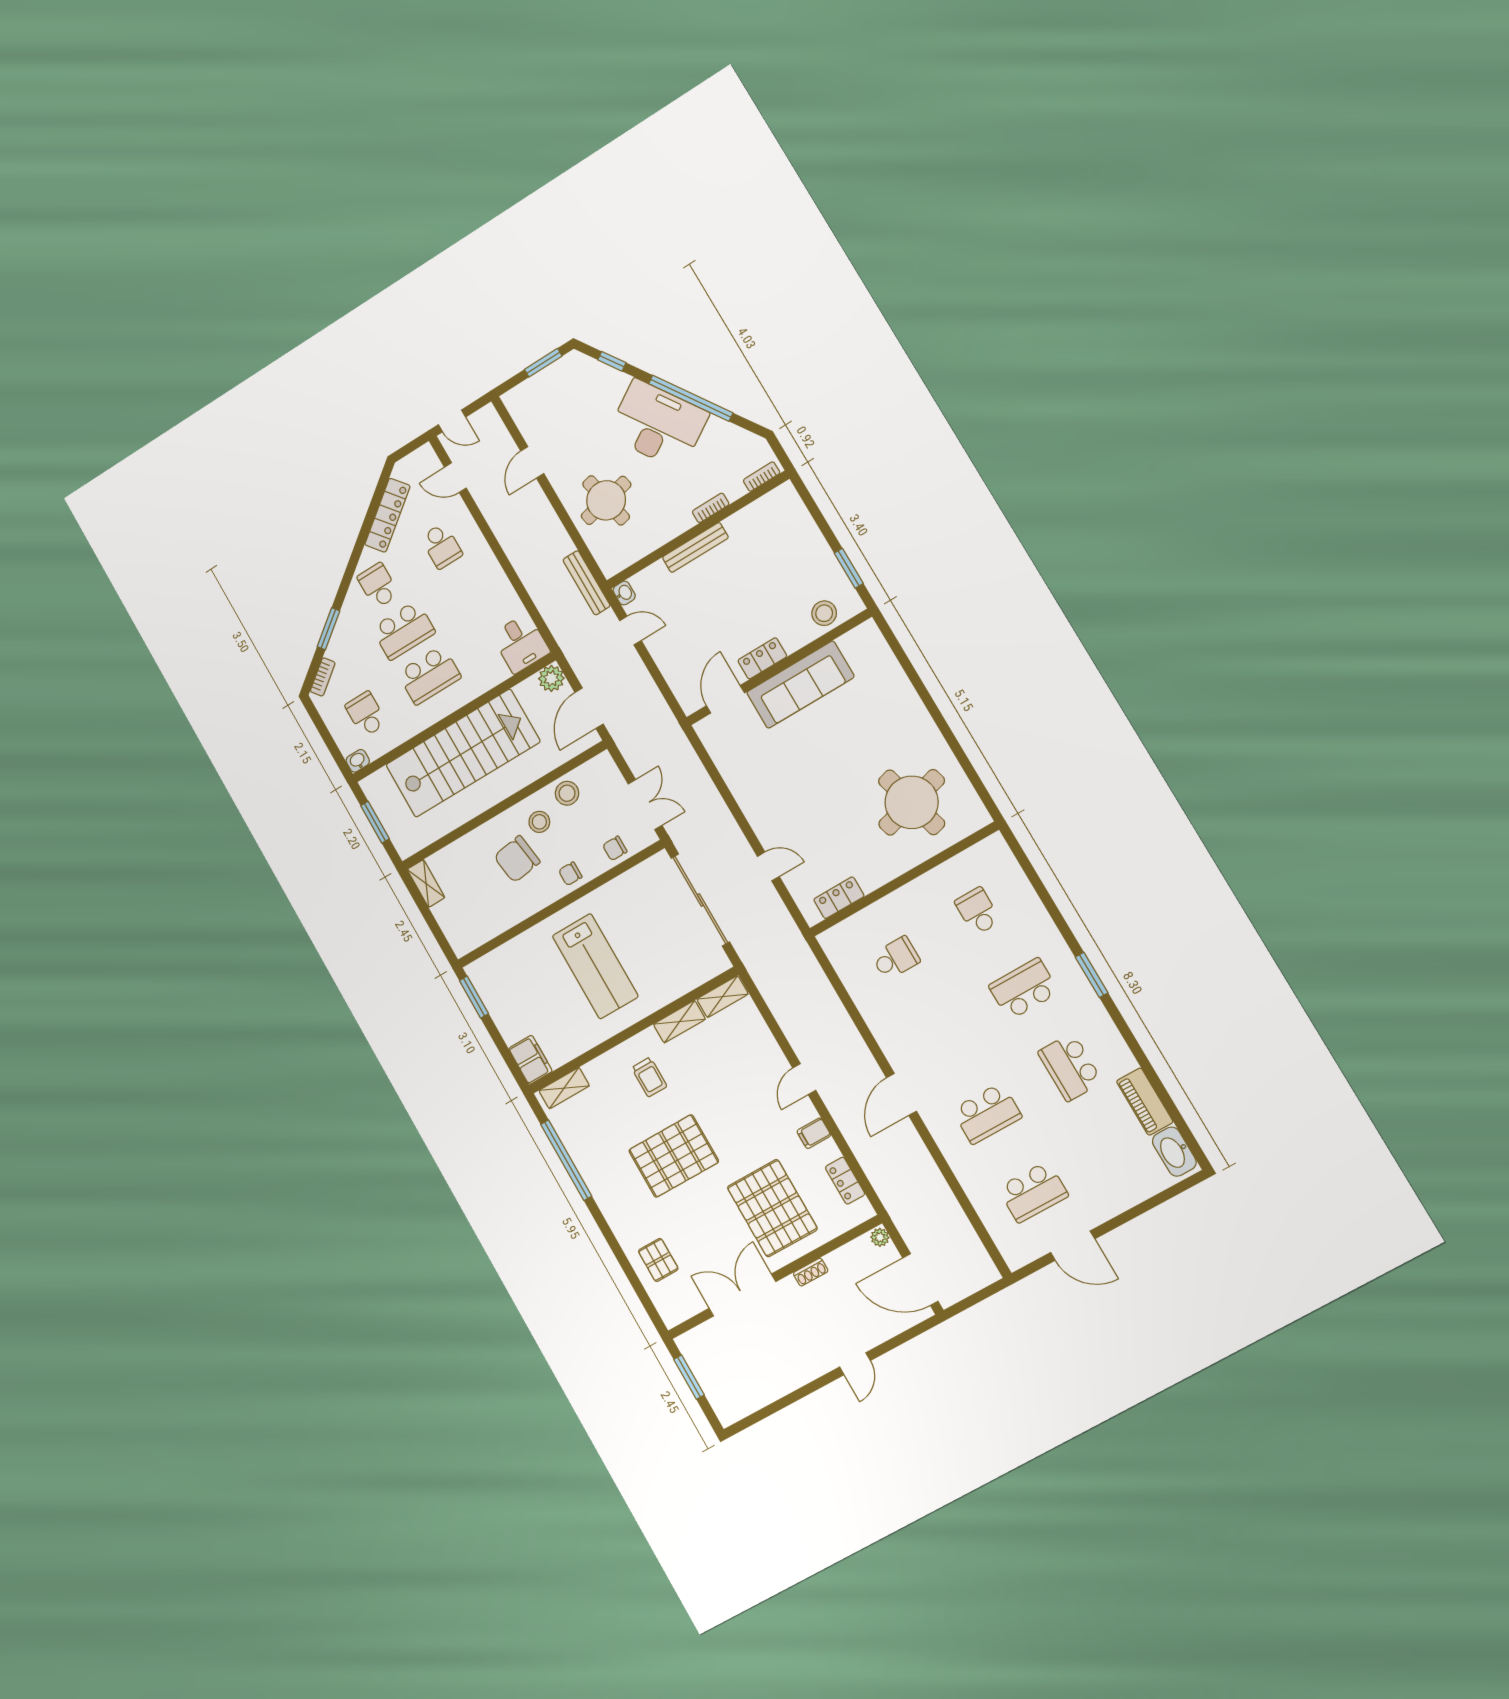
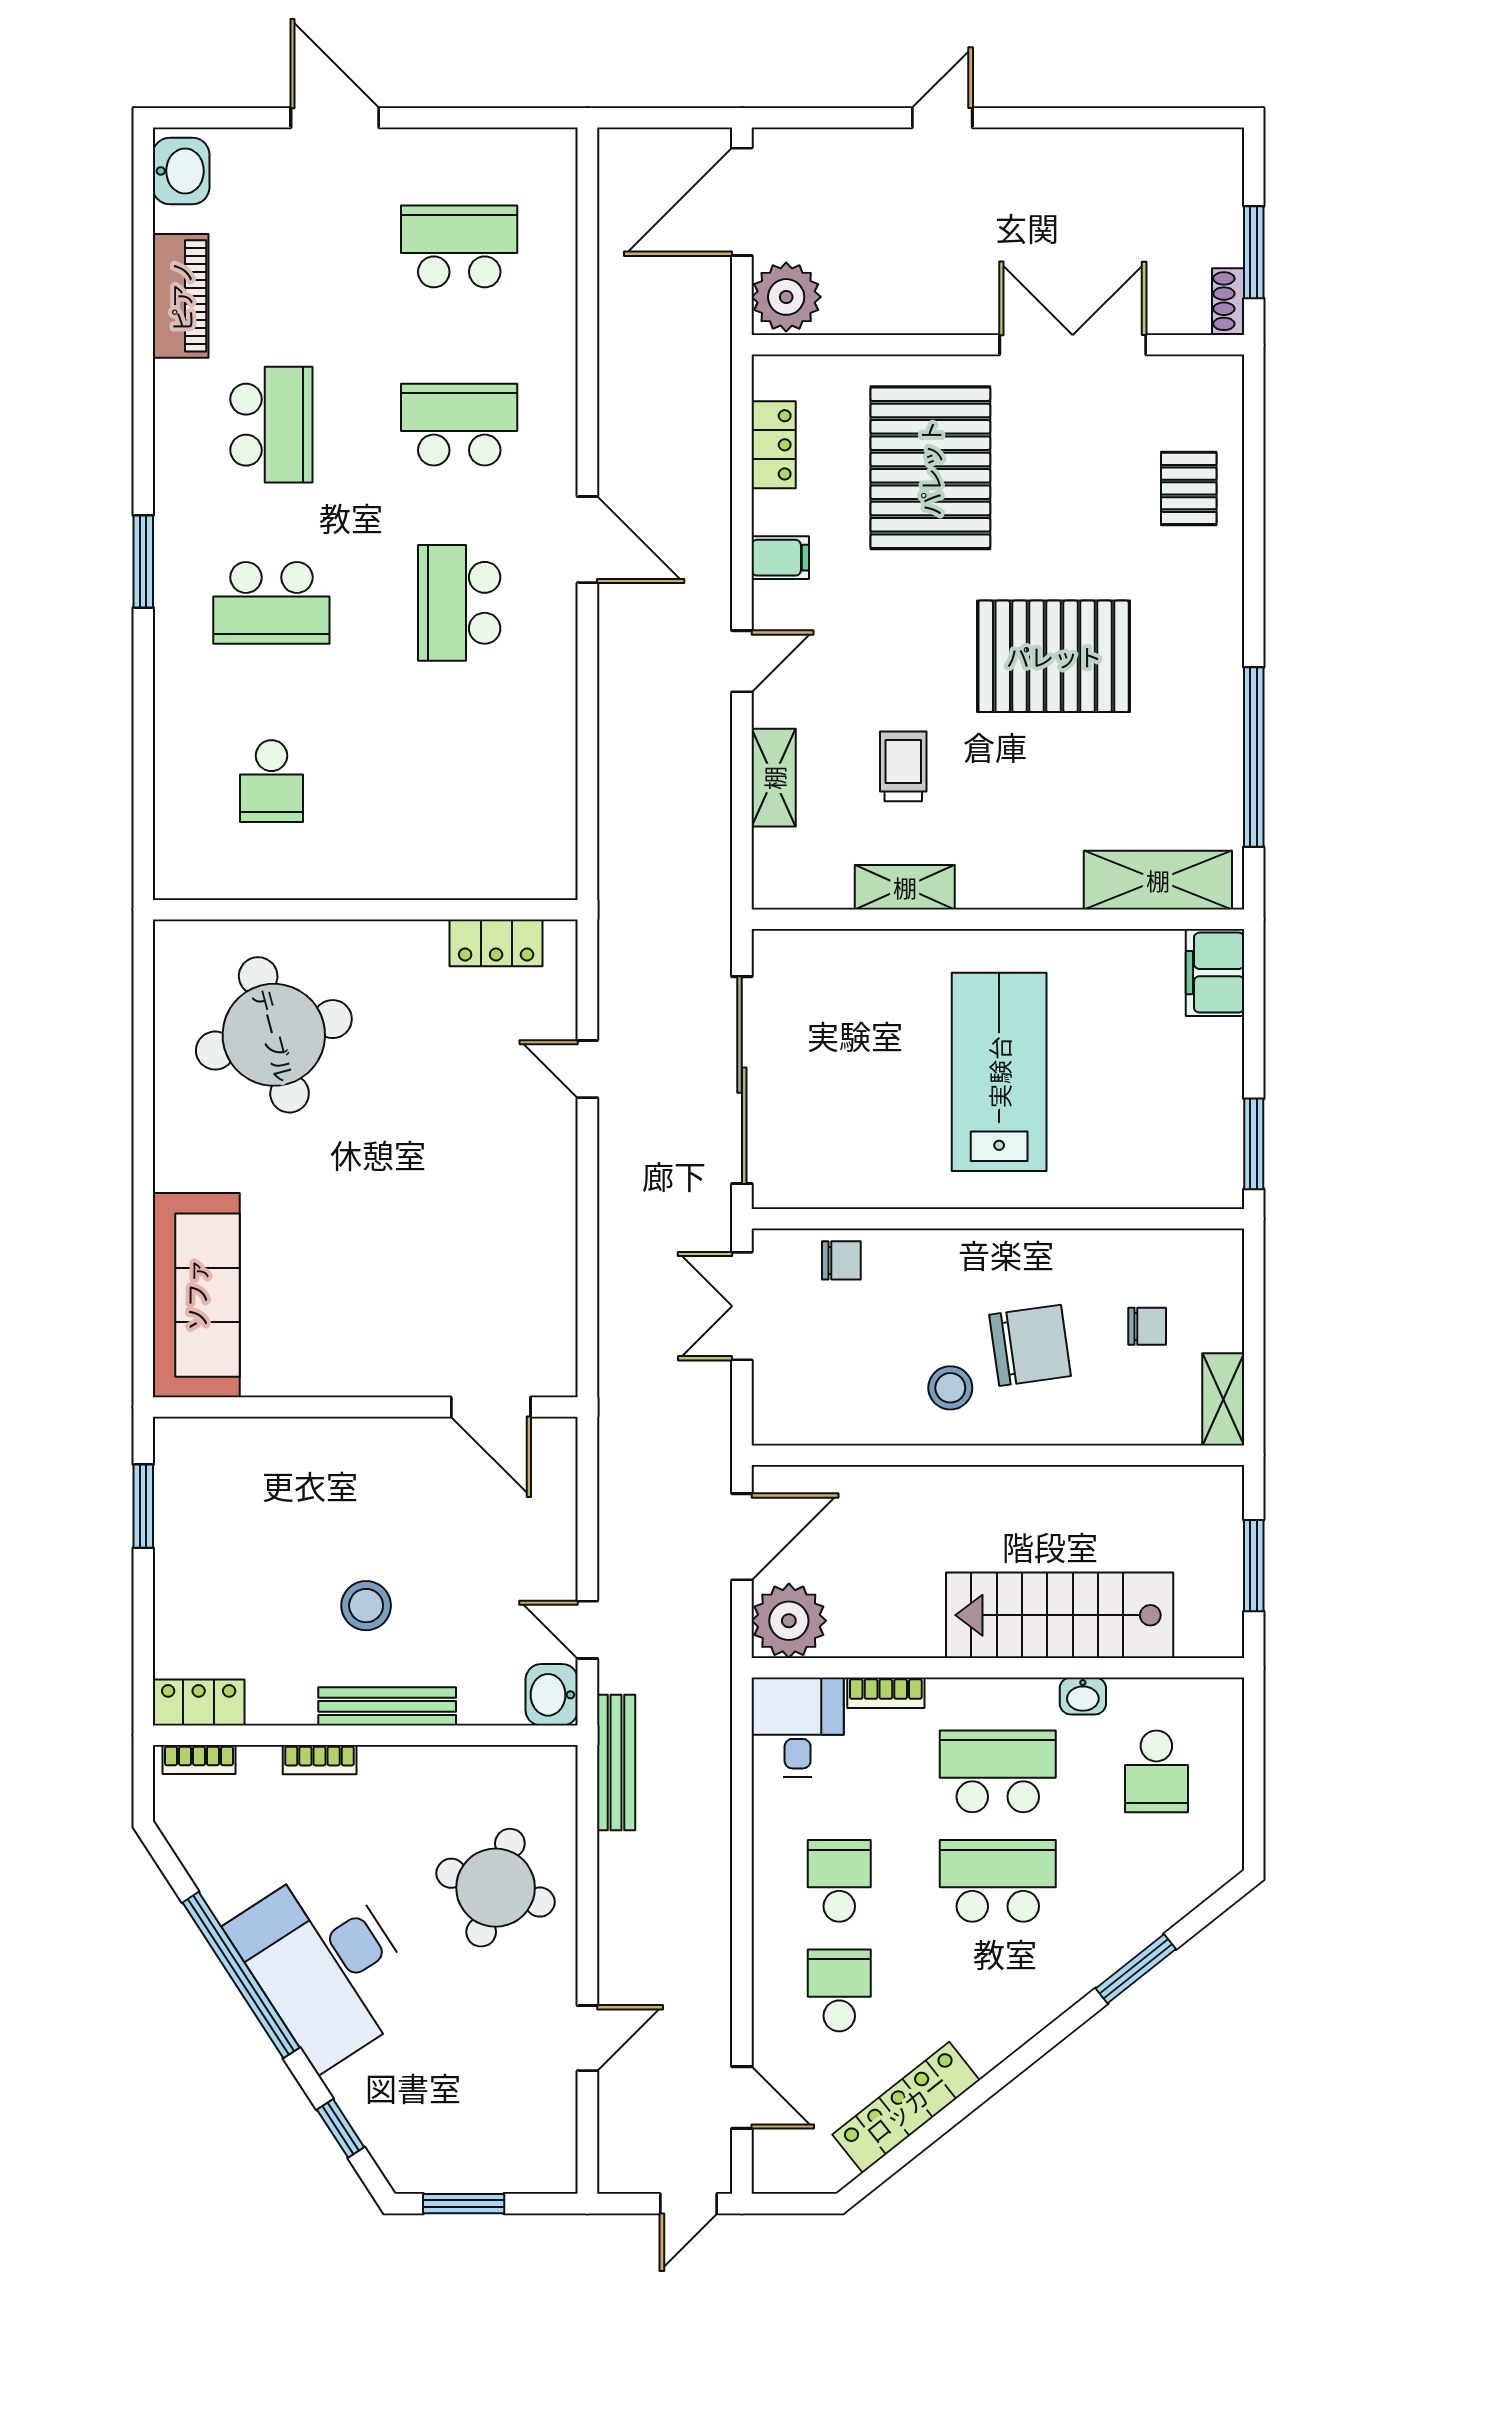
door: (452, 421) -> (689, 2204), swing flipped
round table: (606, 500) -> (496, 1888), turned 30
school desk: (378, 586) -> (839, 1881), moved, turned 180
washbasin: (624, 593) -> (552, 1695), width x1.38, depth x1.45
stool: (824, 613) -> (366, 1606), moved
locker: (762, 658) -> (199, 1703), moved, turned 180
bookcase: (323, 677) -> (886, 1693), moved, turned -142
plant: (551, 678) -> (789, 1621), width x1.36, depth x1.36
sofa: (800, 685) -> (196, 1295), moved, turned 90
door: (725, 699) -> (491, 1407), hinge flipped
stairs: (463, 753) -> (1060, 1615), width x0.73, depth x0.66
washbasin: (358, 761) -> (1083, 1696), moved
stool: (567, 793) -> (870, 1409), removed
chair: (570, 874) -> (1147, 1326), moved
school desk: (896, 958) -> (459, 603), moved, width x1.85
shelving: (723, 997) -> (774, 778), moved, turned 90
trolley: (649, 1077) -> (903, 766), moved
shelving: (564, 1088) -> (1158, 880), width x1.50, depth x1.33
door: (901, 1094) -> (587, 540), hinge flipped
washbasin: (1174, 1152) -> (181, 171), width x0.72
plant: (880, 1237) -> (786, 297), width x1.87, depth x1.87
door: (1073, 1246) -> (335, 118), moved
shoe rack: (811, 1272) -> (1228, 301), moved, turned -90
door: (920, 1280) -> (742, 202), swing flipped
double door: (742, 1295) -> (1073, 345), swing flipped

